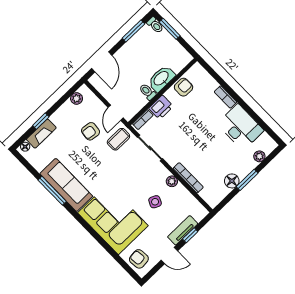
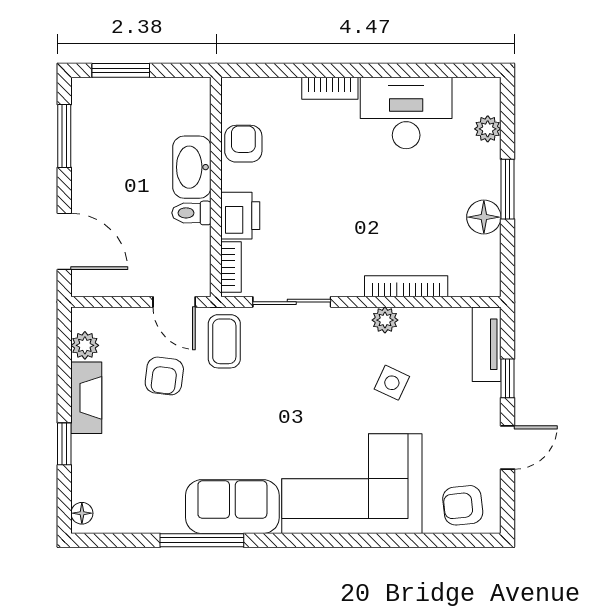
toilet: (155, 25) -> (90, 89), removed
fireplace: (41, 134) -> (86, 398), moved
sofa: (66, 185) -> (232, 507), width x0.73
tv unit: (183, 230) -> (487, 344), moved

